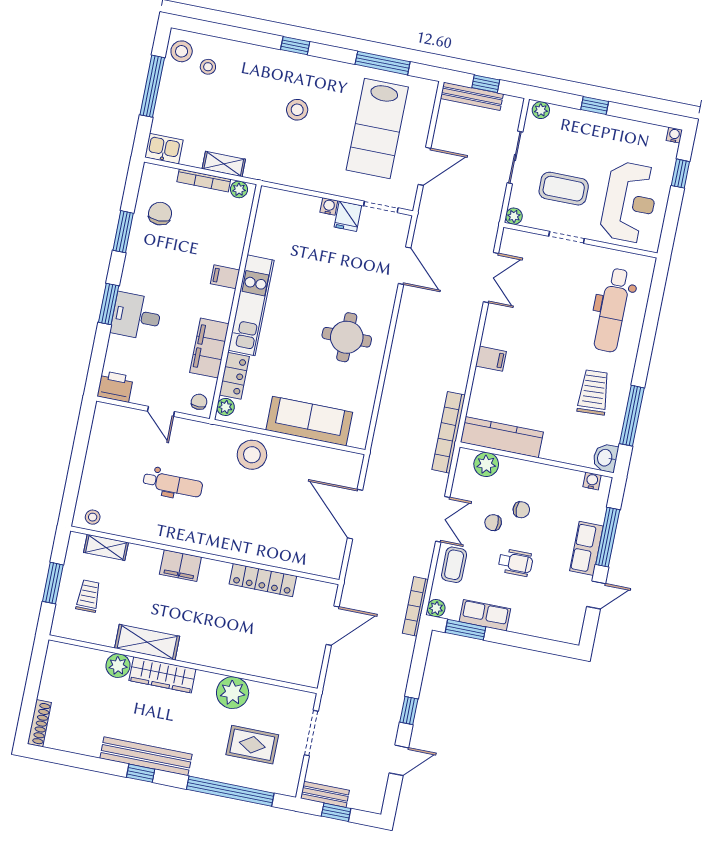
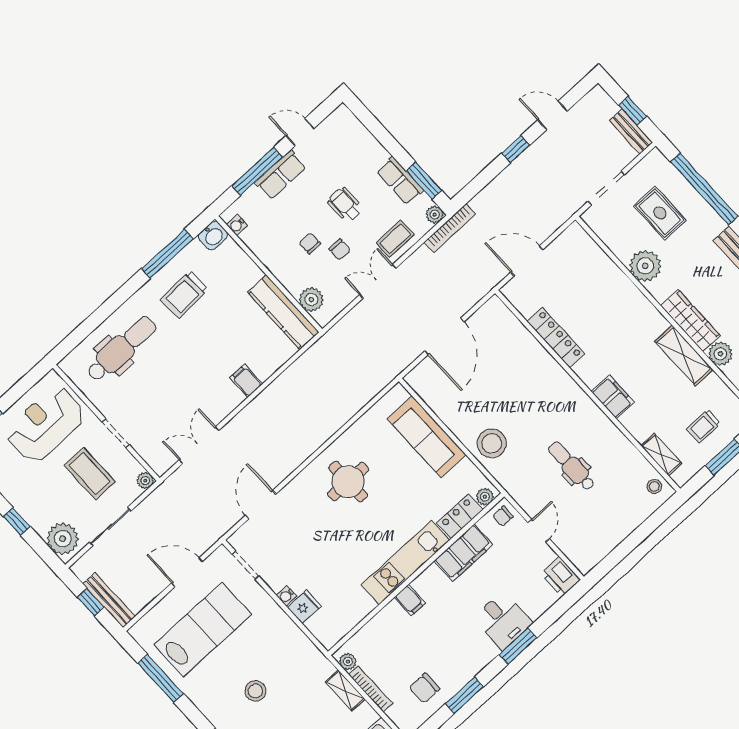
plant: (541, 110) -> (63, 539), width x1.87, depth x1.87
fridge: (348, 216) -> (304, 607), moved
bookcase: (449, 432) -> (323, 347), removed

